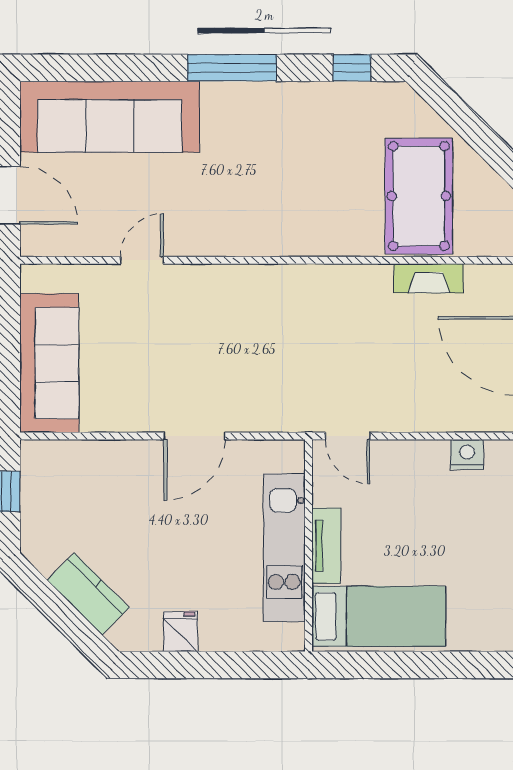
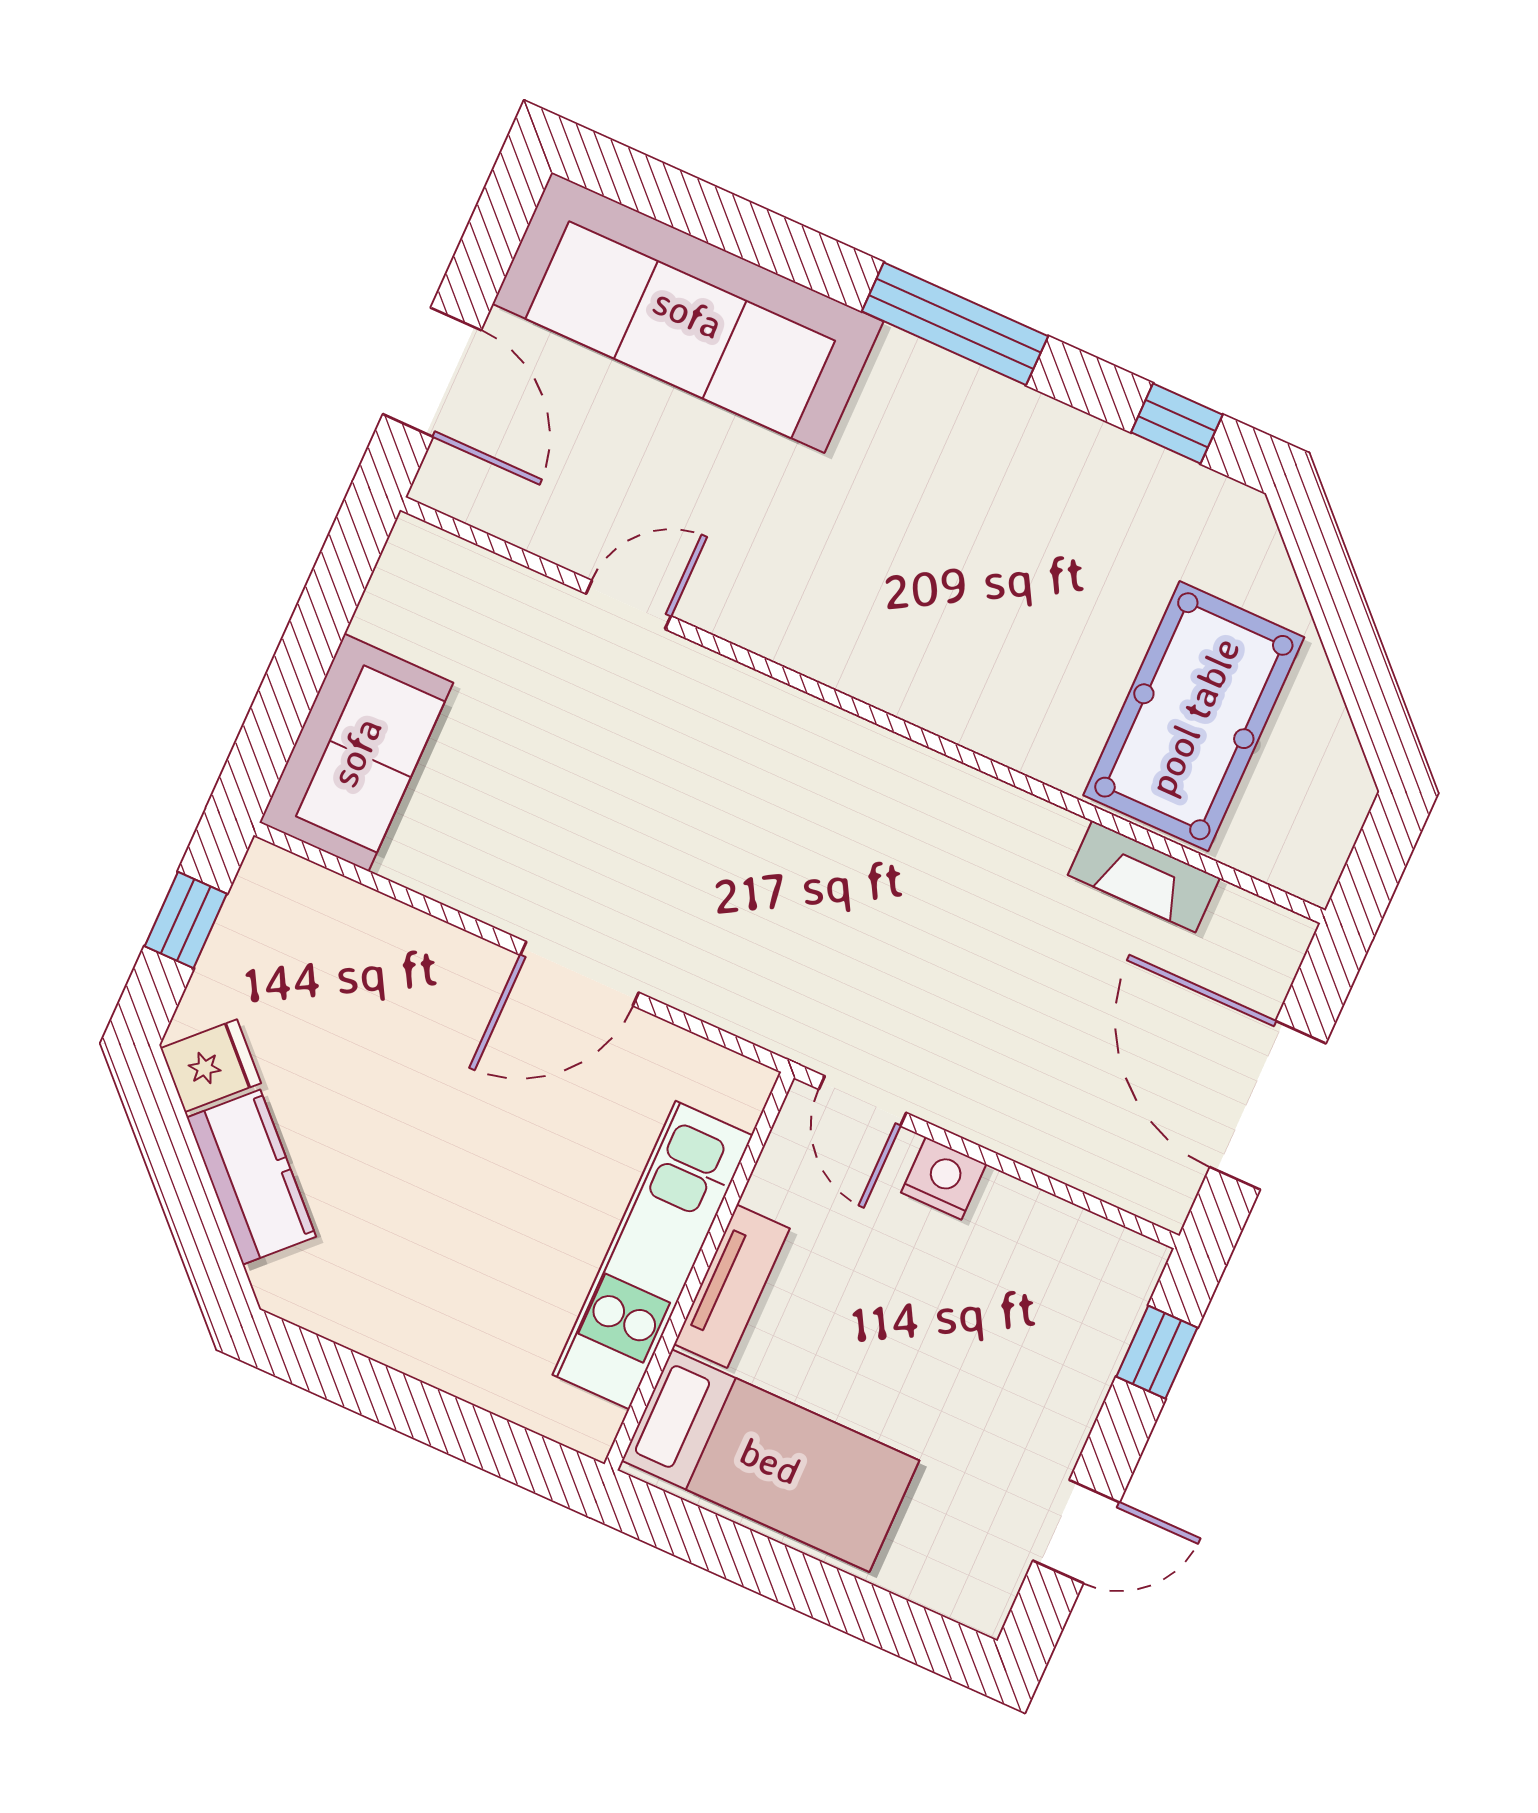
sofa: (49, 363) -> (356, 752), width x0.73
nightstand: (467, 454) -> (944, 1178), moved
fridge: (181, 631) -> (211, 1066), moved, turned 45

